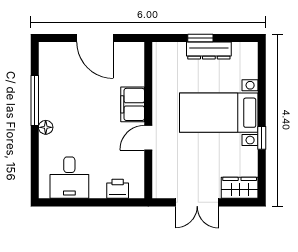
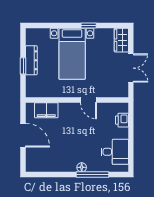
door: (95, 38) -> (23, 135), hinge flipped
window: (35, 100) -> (92, 175), moved
filing cabinet: (133, 104) -> (46, 110), moved

